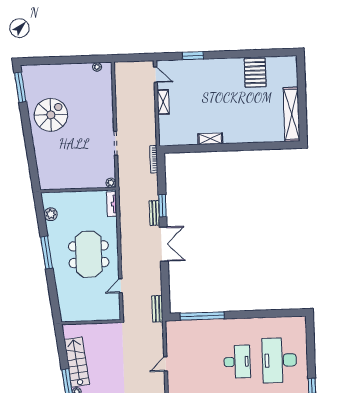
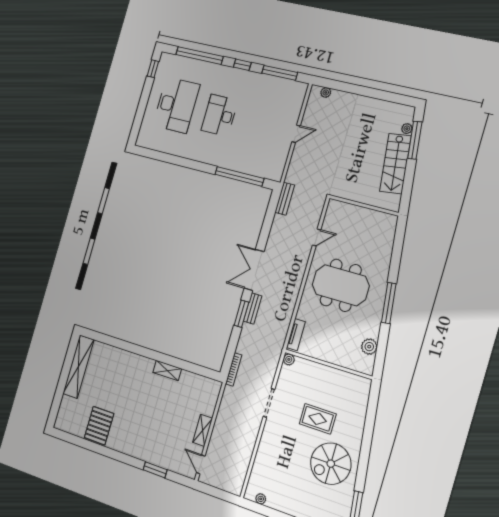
rug: (72, 145) -> (318, 419), added
meeting table: (89, 254) -> (341, 285), turned 90

